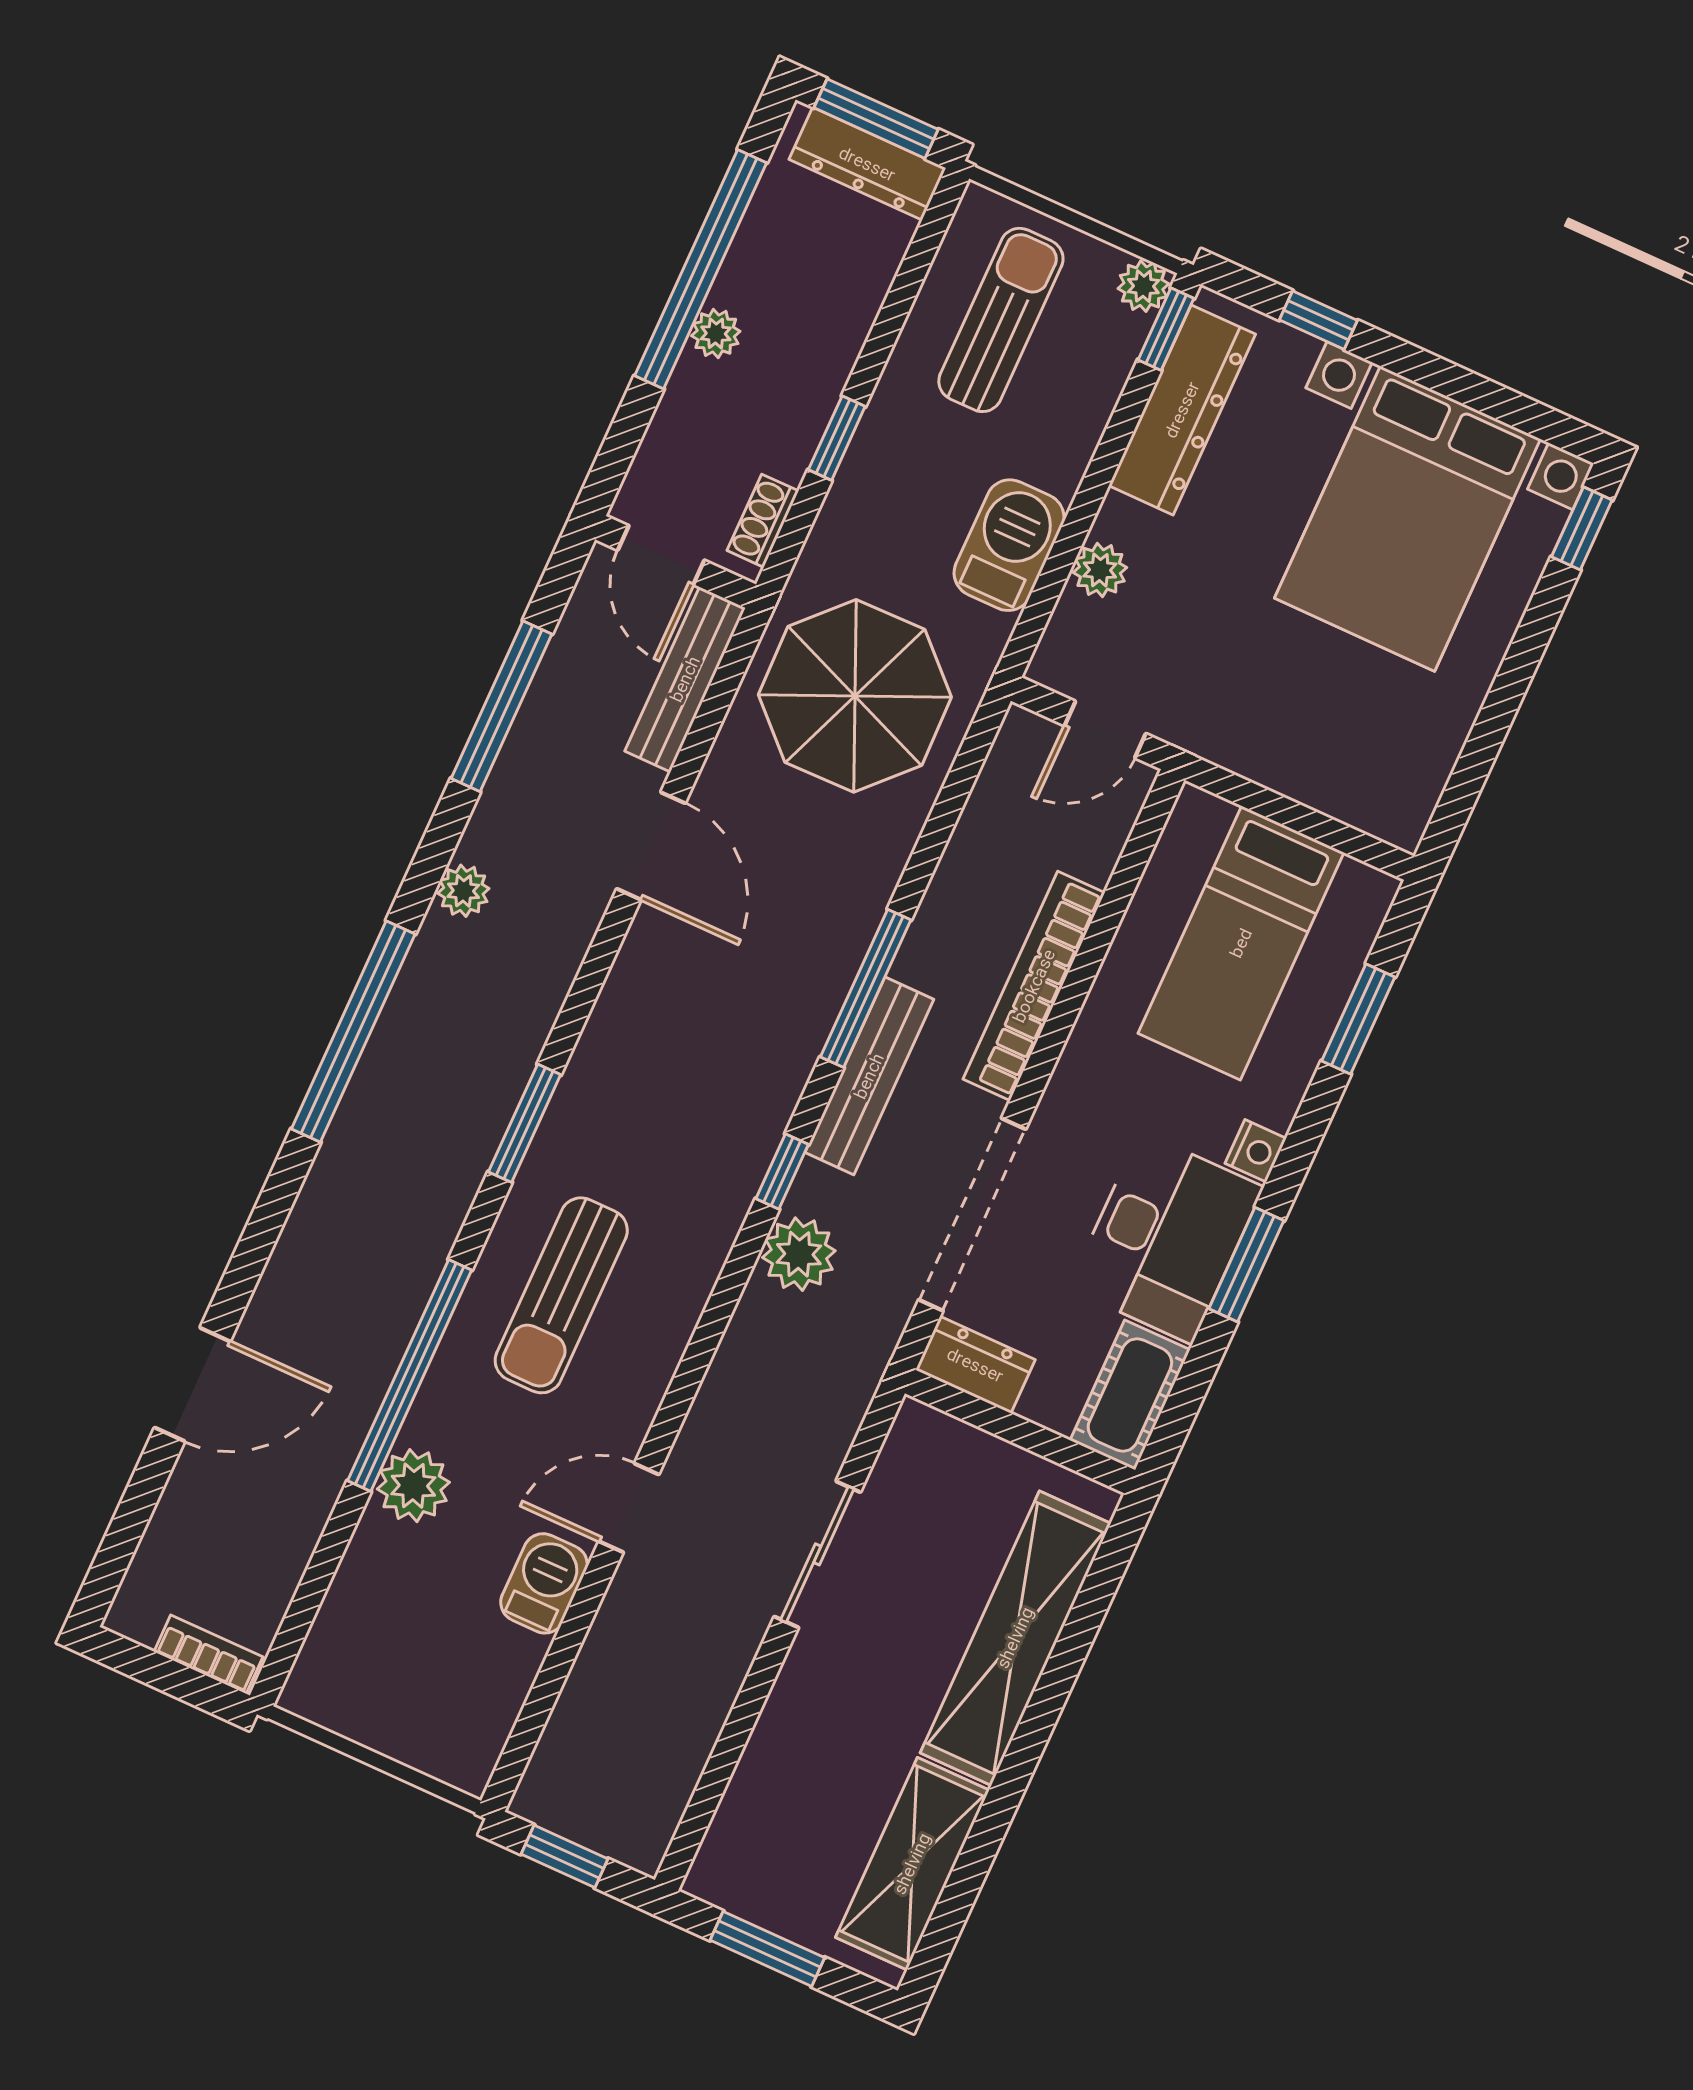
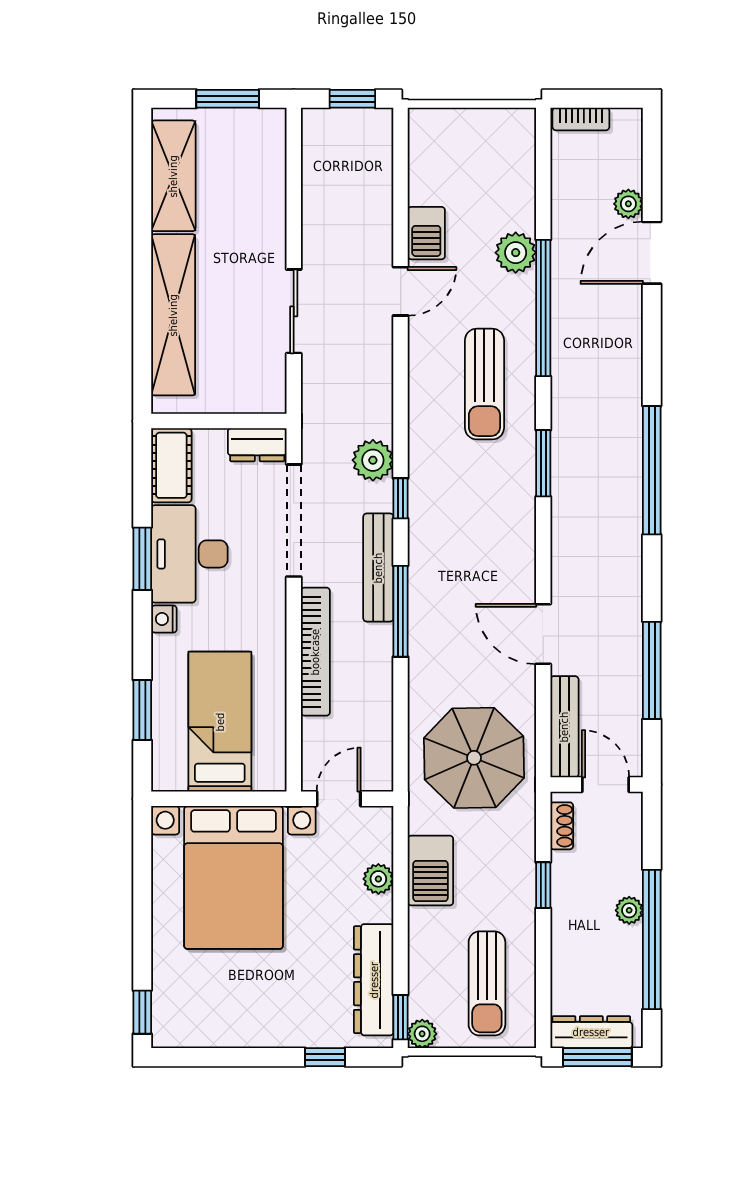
bed with nightstands: (1408, 519) -> (233, 877), moved, turned 180
plant: (463, 891) -> (628, 204), moved
sun lounger: (561, 1295) -> (484, 384), turned 180

